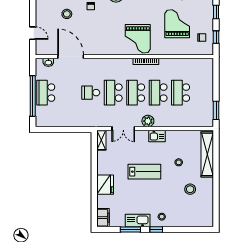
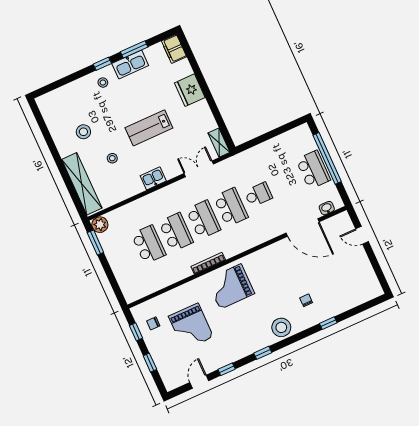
stool: (67, 14) -> (331, 277), removed
grand piano: (138, 39) -> (231, 286), turned -90
plant: (148, 121) -> (100, 225), moved

